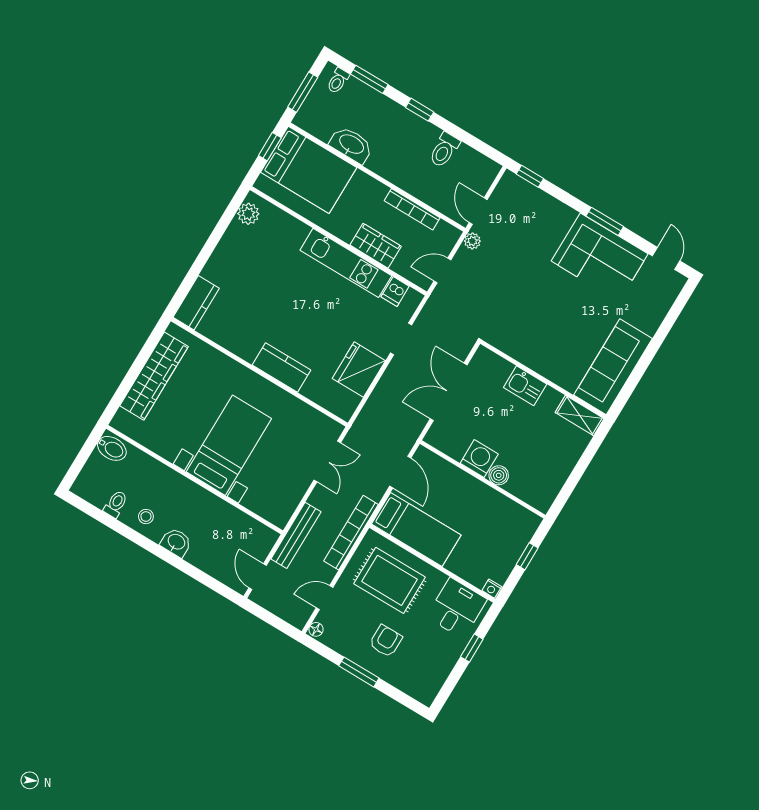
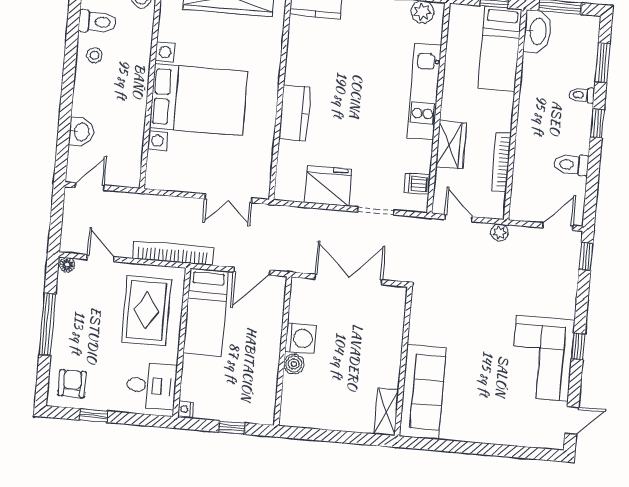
toilet: (338, 81) -> (582, 95), moved
washbasin: (351, 145) -> (537, 31), moved
bed: (309, 170) -> (500, 49), width x0.67
door: (478, 211) -> (558, 227), moved
window: (605, 221) -> (578, 346), width x0.67
kitchen unit: (346, 263) -> (424, 92), moved
sofa: (613, 367) -> (423, 392), moved, turned 90
kitchen sink: (525, 386) -> (389, 348), removed
bed with nightstands: (229, 445) -> (199, 100), width x1.36
toilet: (116, 504) -> (97, 22), width x1.37, depth x1.39
bench: (296, 535) -> (145, 203), removed
washbasin: (176, 542) -> (81, 132), moved
armchair: (386, 641) -> (72, 384), moved, turned -90
window: (472, 648) -> (94, 416), moved
window: (359, 672) -> (47, 324), width x1.44

